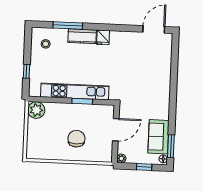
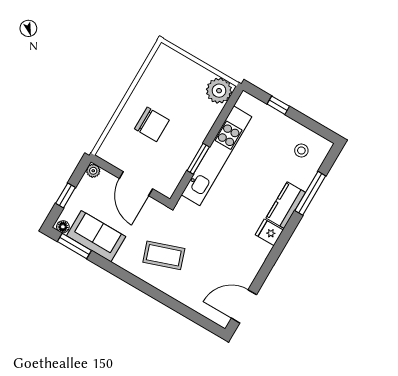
door: (154, 29) -> (244, 306), swing flipped
coffee table: (149, 92) -> (164, 255), added

